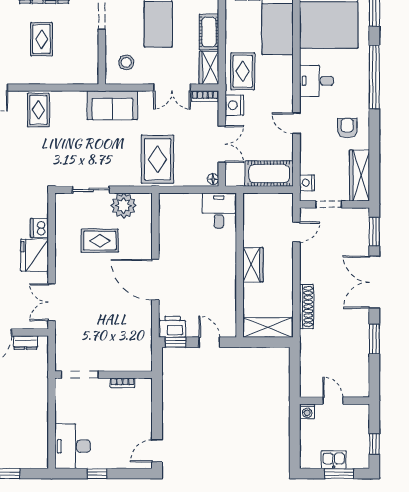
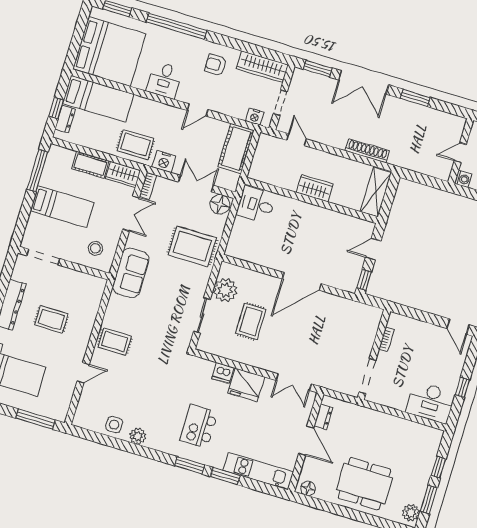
floor lamp: (213, 179) -> (220, 204), width x1.89, depth x1.89
printer: (173, 327) -> (349, 278), removed

